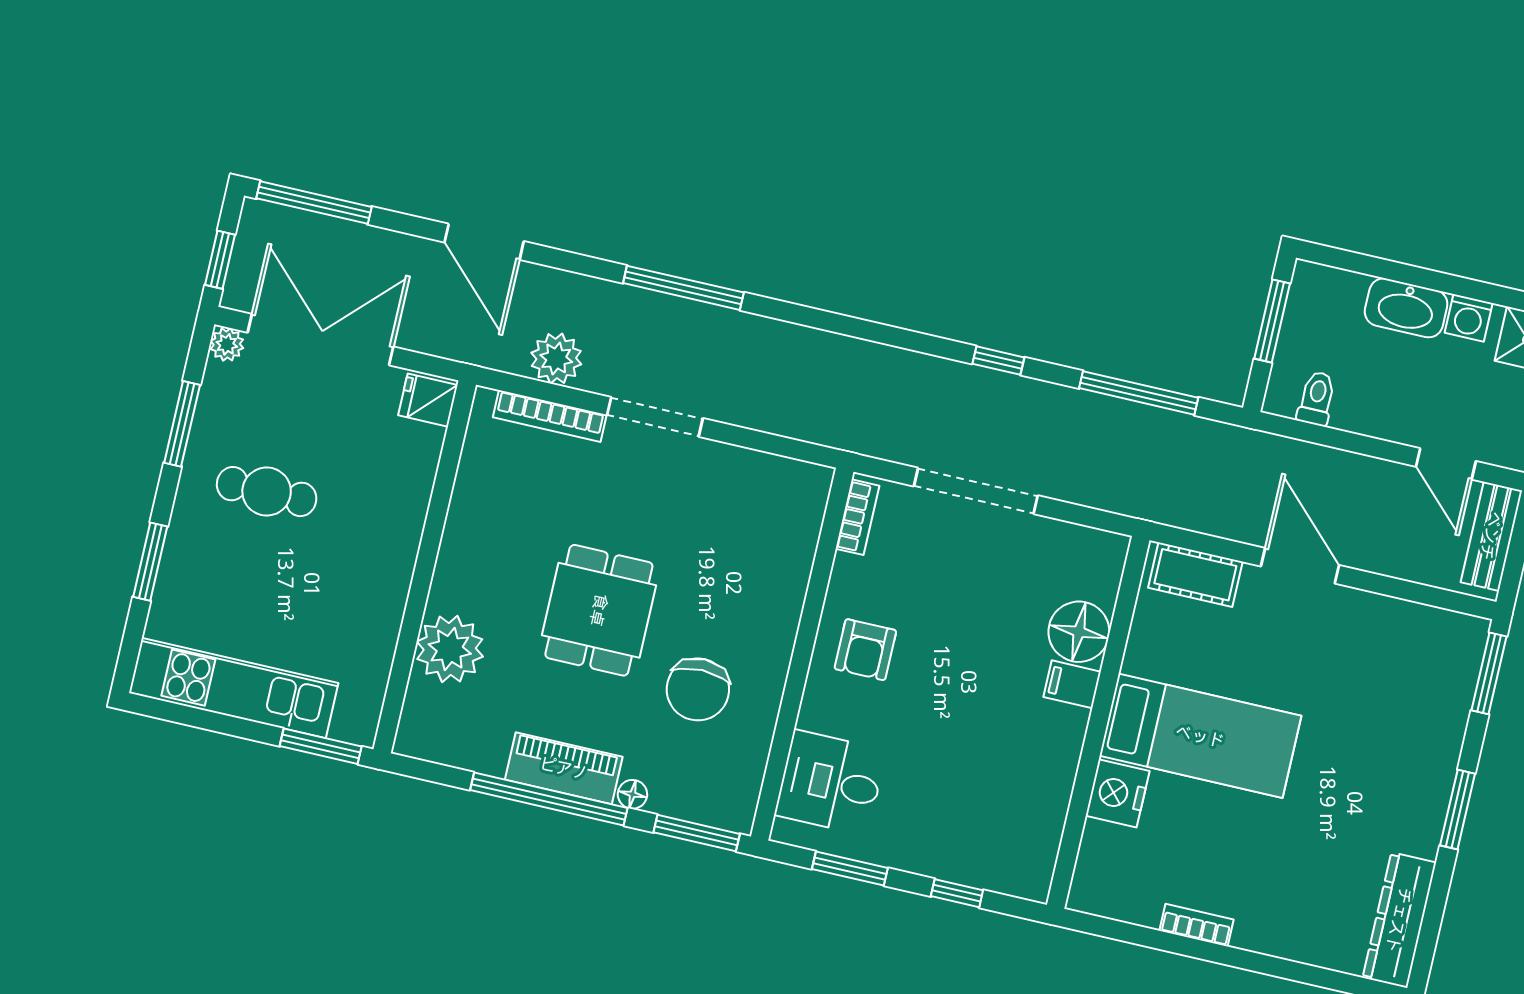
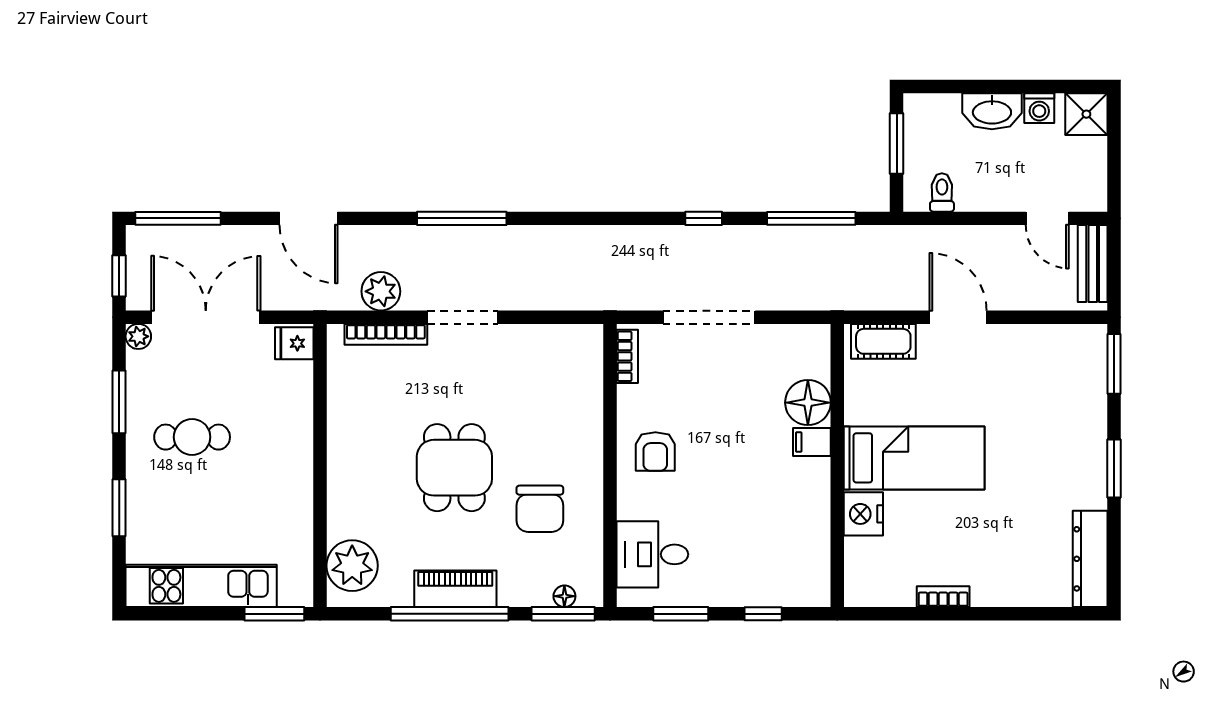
plant: (450, 649) -> (352, 566), moved
floor lamp: (632, 794) -> (564, 596), moved

